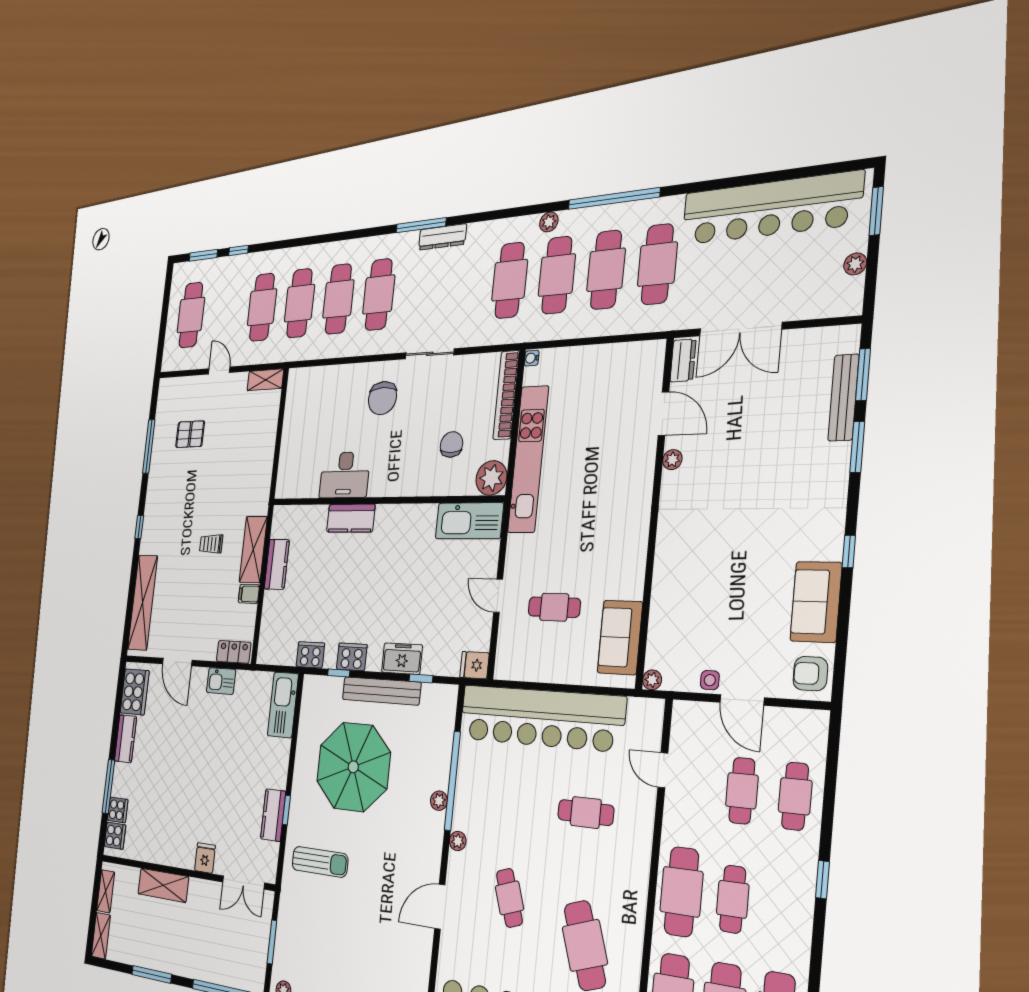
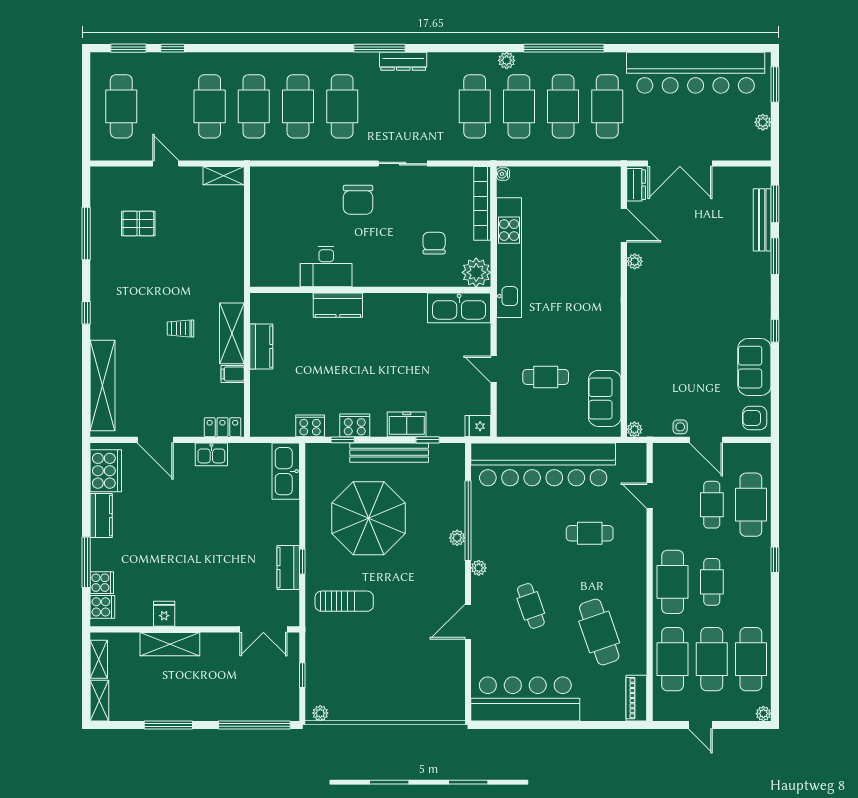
cafe table: (795, 796) -> (751, 505), width x1.37, depth x1.35
fridge: (205, 858) -> (164, 614), moved
window: (272, 942) -> (302, 675), width x0.67

